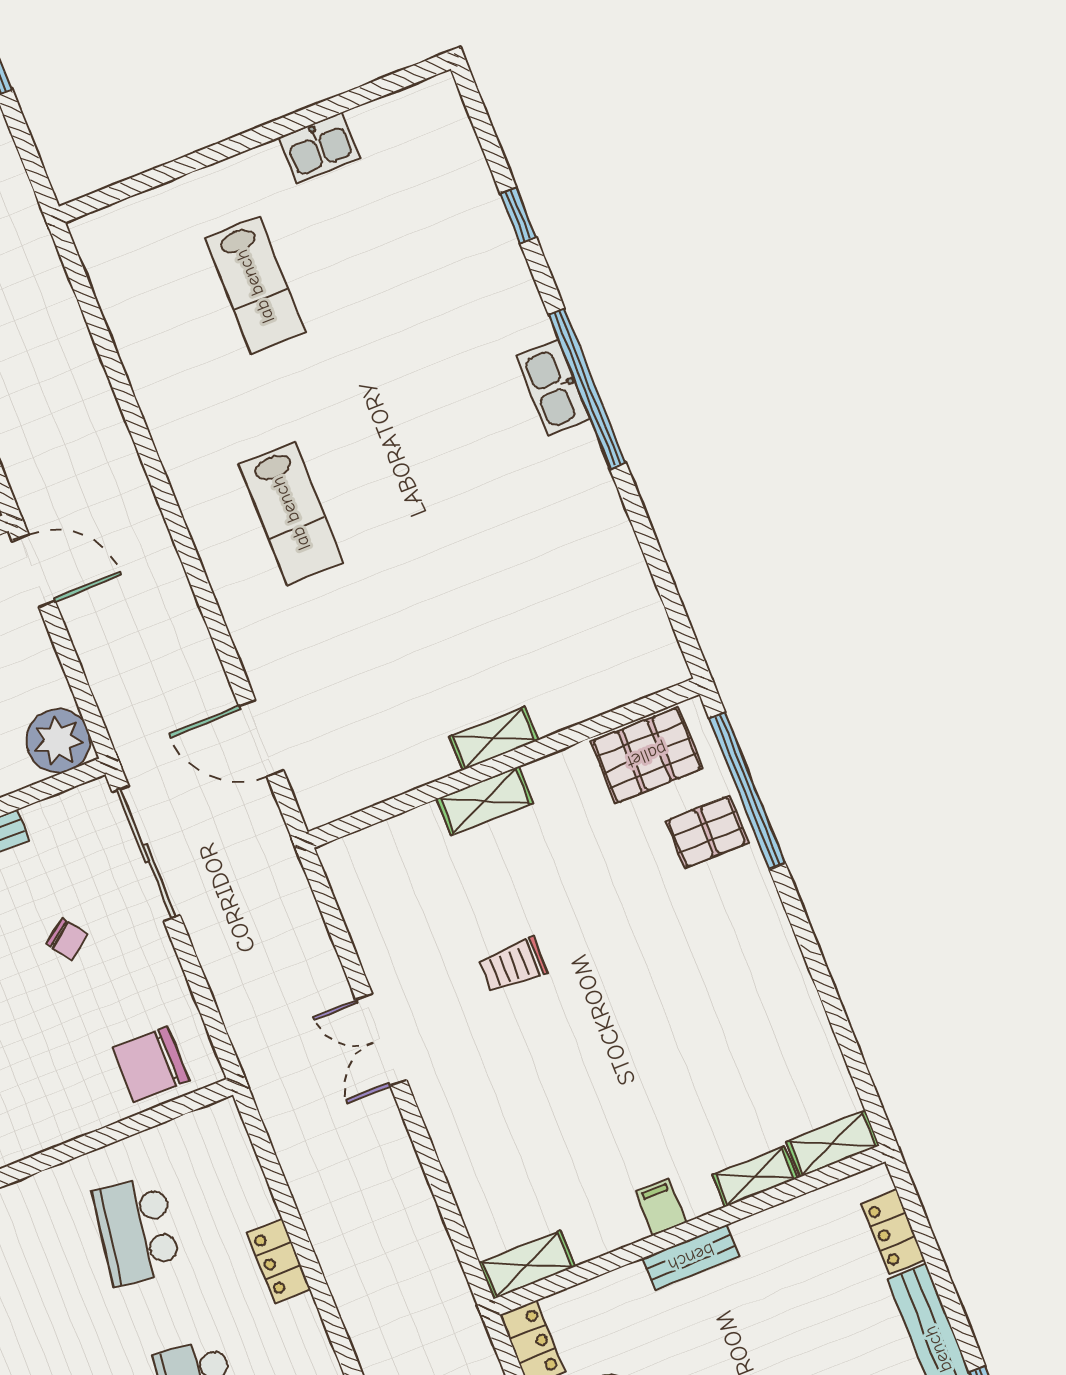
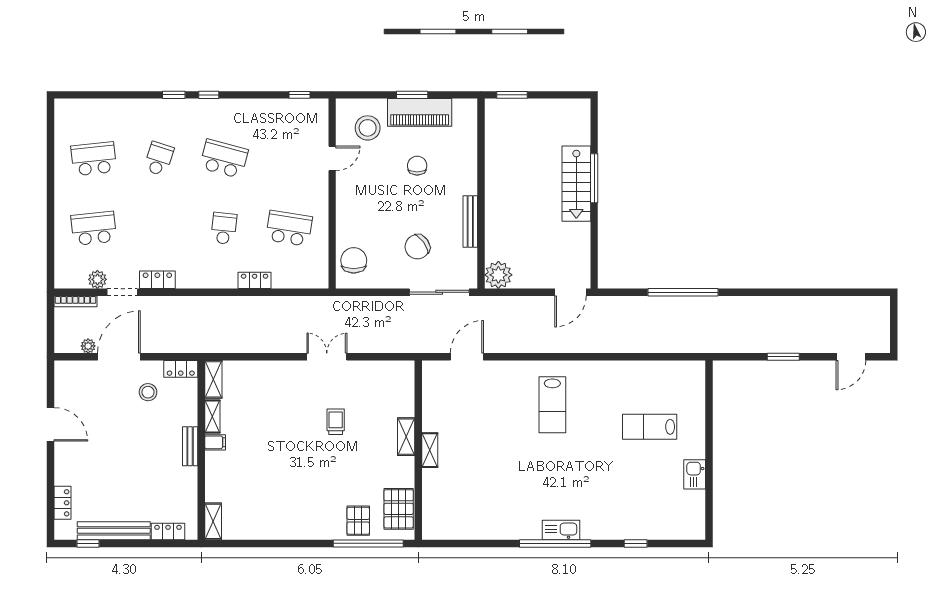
lab bench: (291, 513) -> (552, 405), turned -90
chair: (67, 939) -> (417, 247), width x1.87, depth x1.87
shelving: (755, 1177) -> (212, 416), moved

